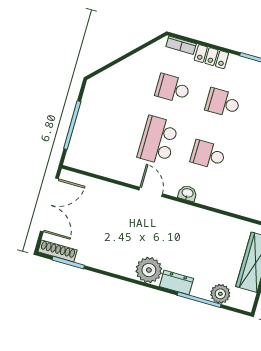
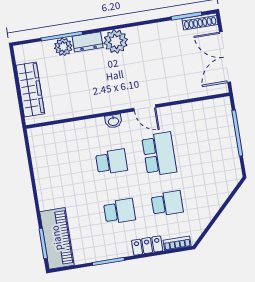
plant: (220, 294) -> (63, 47), moved

